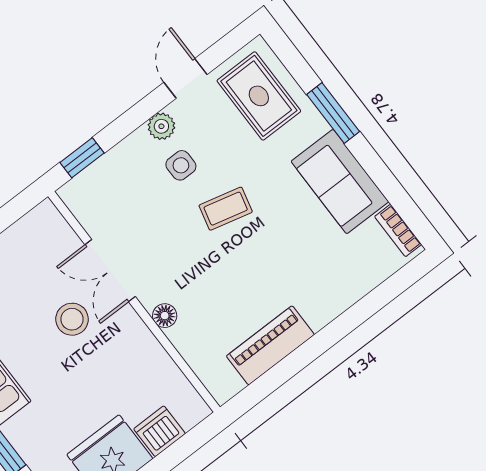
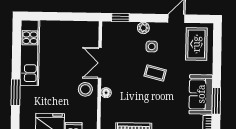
window: (333, 113) -> (216, 101), moved
plant: (161, 126) -> (143, 28), moved
stool: (72, 319) -> (85, 89), moved

